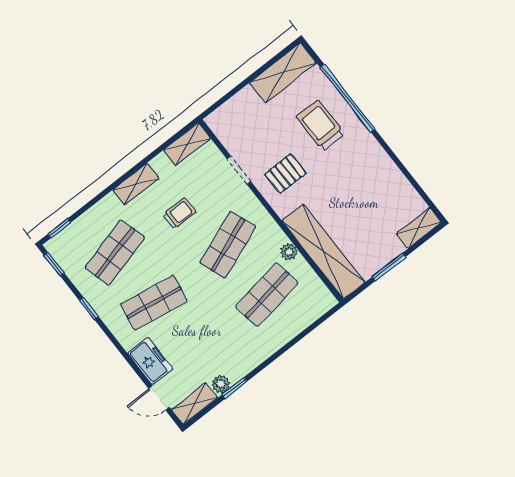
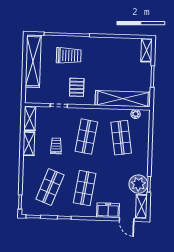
shelving: (283, 73) -> (33, 61), width x1.47
trolley: (320, 125) -> (69, 56), turned 180
shelving: (136, 184) -> (29, 144), moved
shop shelf: (228, 245) -> (86, 137), turned 30
plant: (289, 252) -> (136, 114), moved
shop shelf: (115, 253) -> (50, 187), turned 36
plant: (221, 384) -> (138, 184), width x1.87, depth x1.87
door: (159, 398) -> (127, 220), hinge flipped

